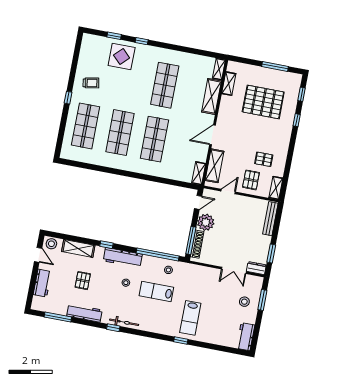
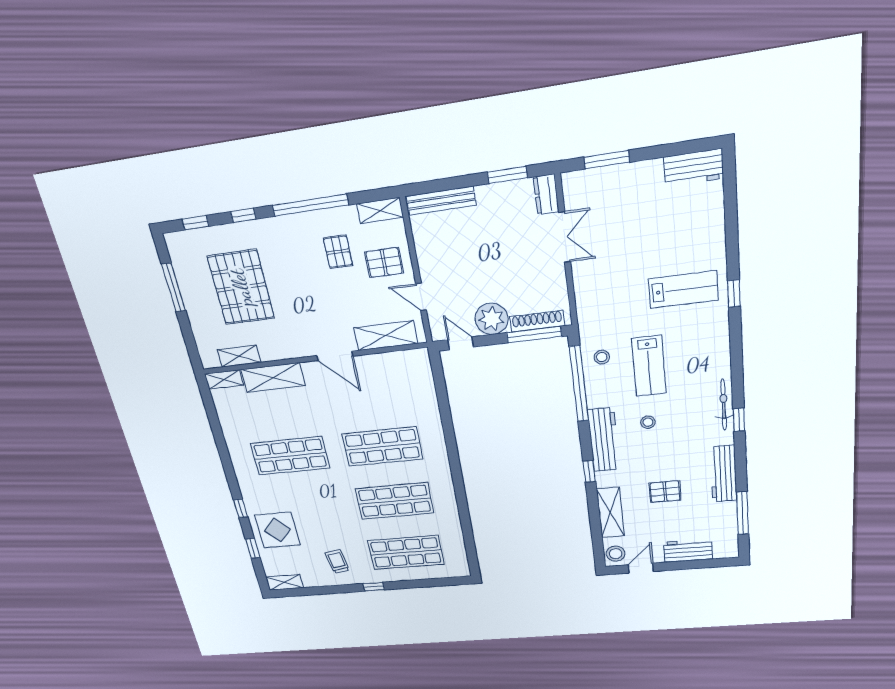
window: (290, 155) -> (310, 205), added
shelving: (199, 173) -> (285, 582), moved
stool: (244, 302) -> (621, 195), removed

